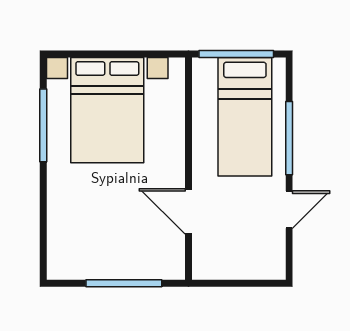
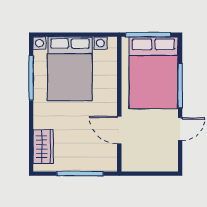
bed: (245, 117) -> (153, 73), width x1.50
wardrobe: (63, 239) -> (43, 147), added

